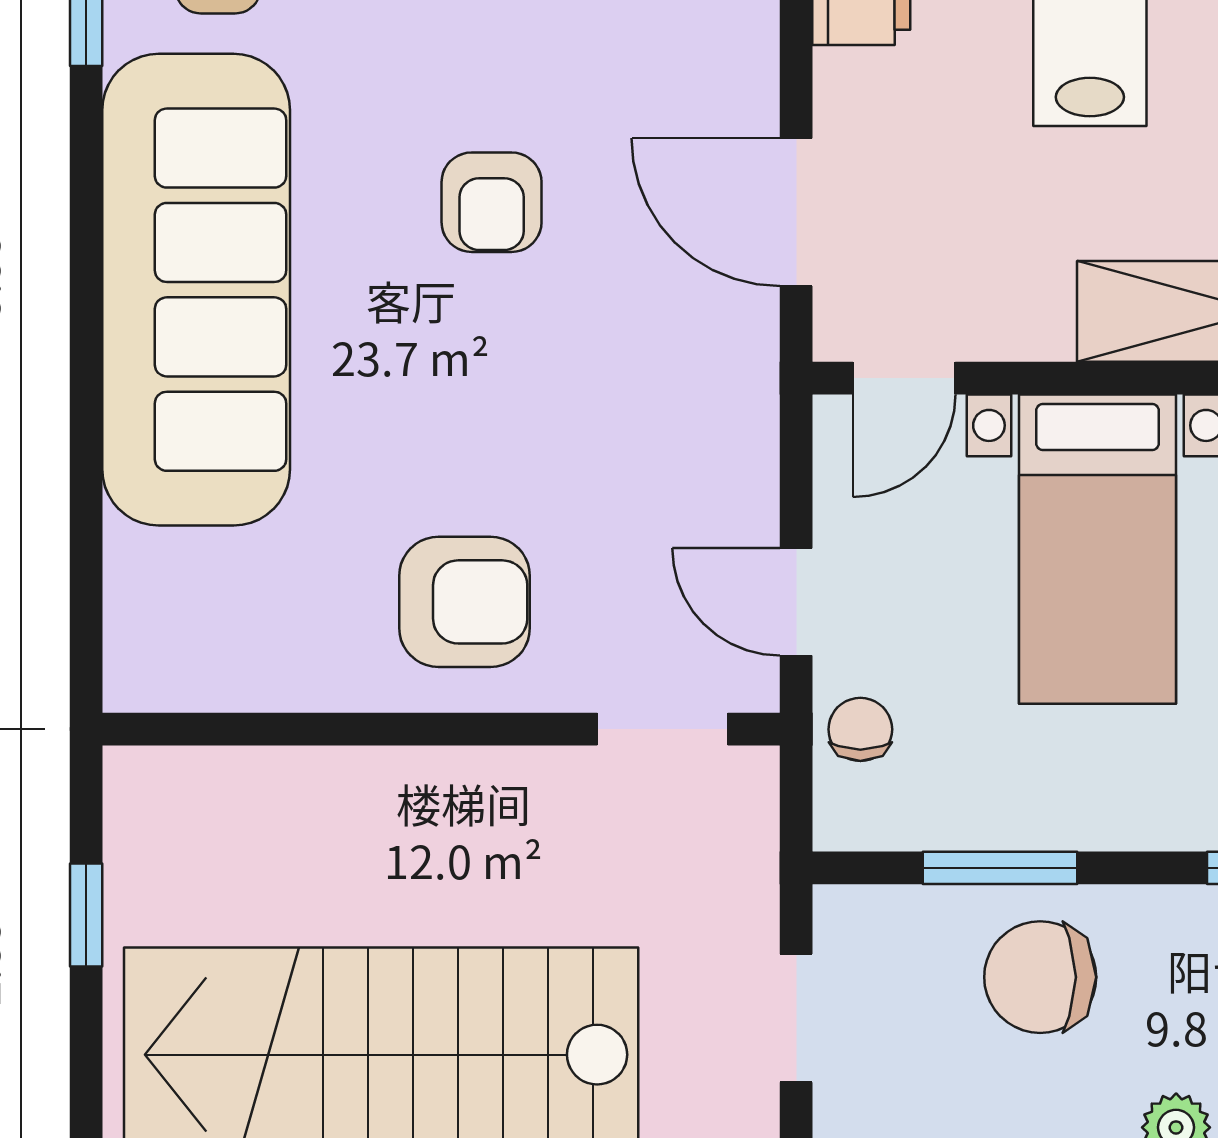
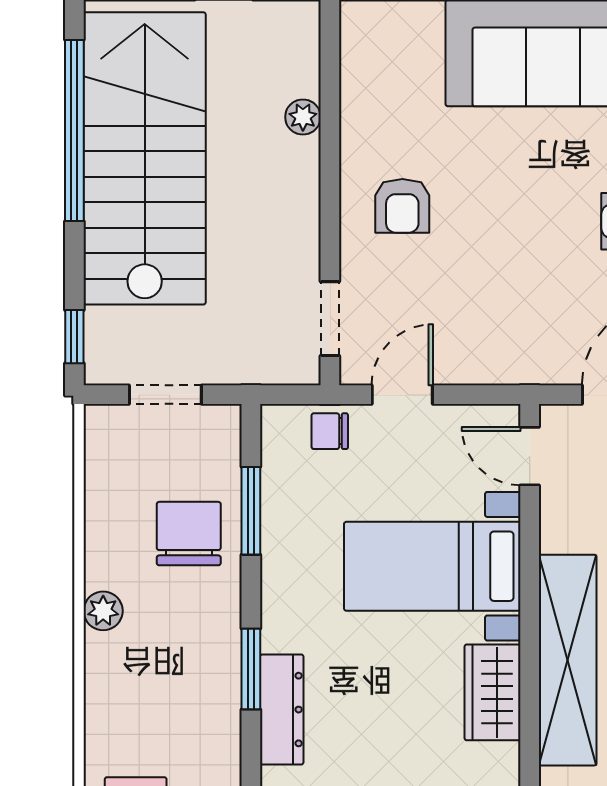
armchair: (465, 602) -> (402, 206), width x0.72, depth x0.72
chair: (860, 729) -> (330, 431), turned 180
plant: (308, 776) -> (303, 117), added

